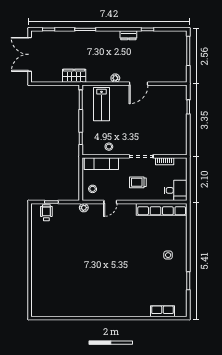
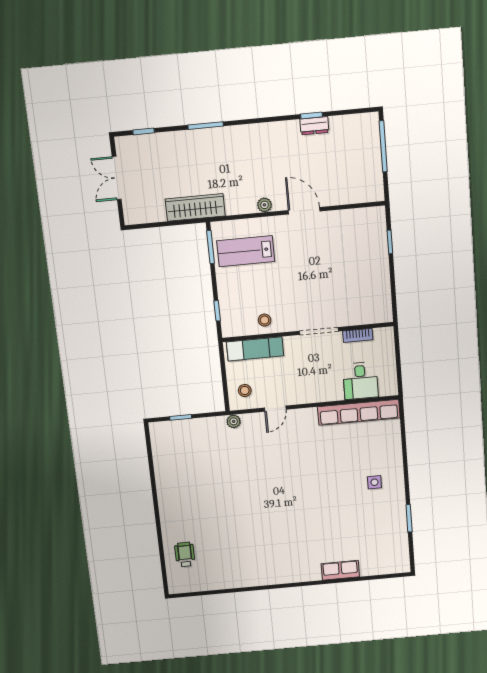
dresser: (128, 35) -> (314, 126), moved
double door: (30, 54) -> (117, 178), width x0.73
wardrobe: (74, 76) -> (195, 207), width x1.50
door: (139, 84) -> (304, 211), swing flipped
lab bench: (102, 104) -> (246, 251), turned 90
trolley: (138, 182) -> (317, 373), removed
desk: (176, 190) -> (360, 381), moved, turned 90
wheelchair: (46, 213) -> (185, 554), moved
row of seats: (162, 311) -> (340, 570), moved

